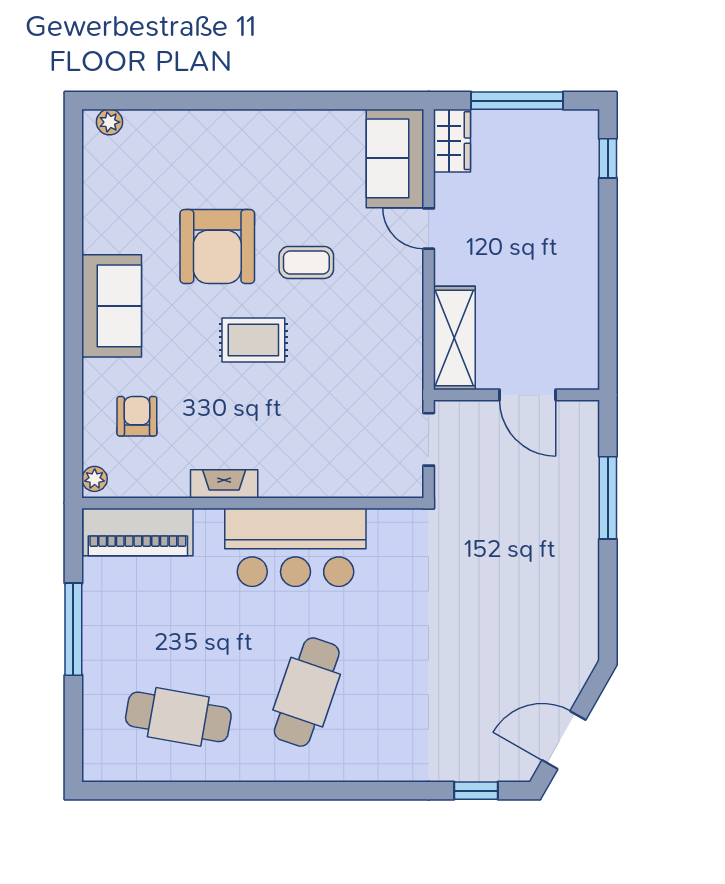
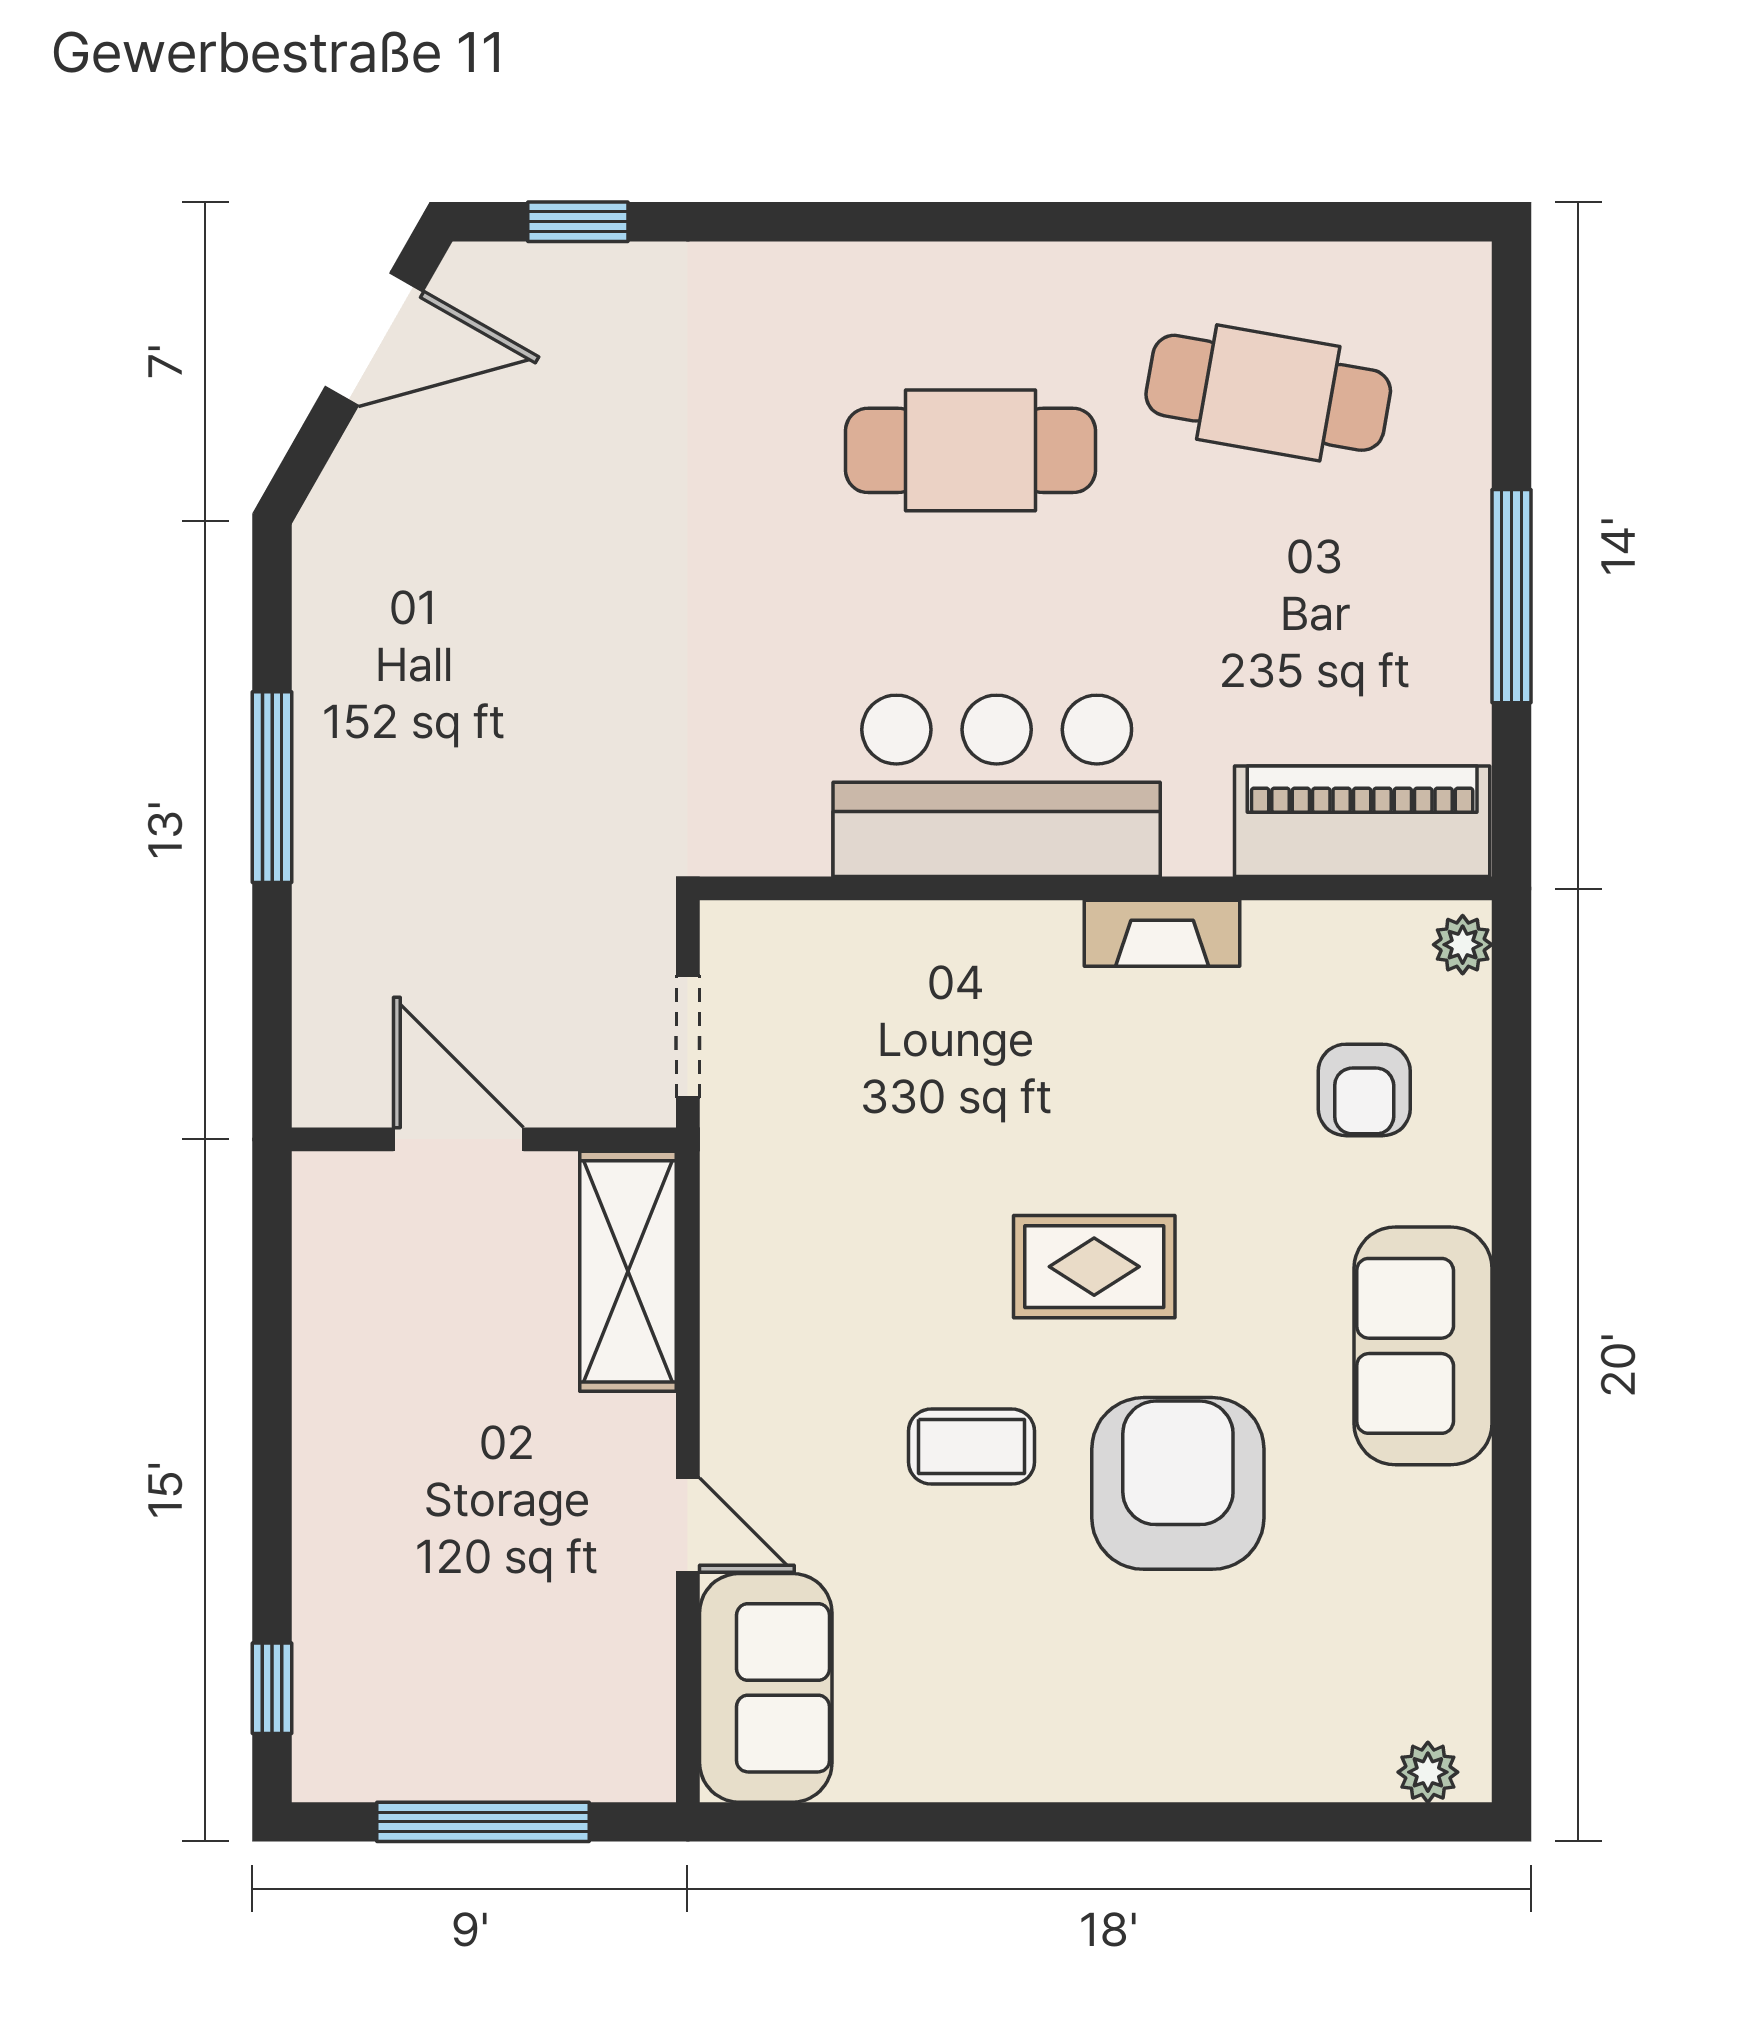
wardrobe: (452, 141) -> (634, 1729), removed
window: (608, 498) -> (272, 787), moved
cafe table: (307, 692) -> (971, 450), turned 71

